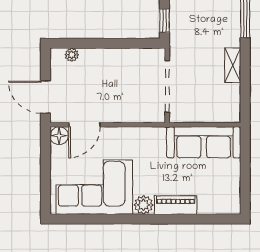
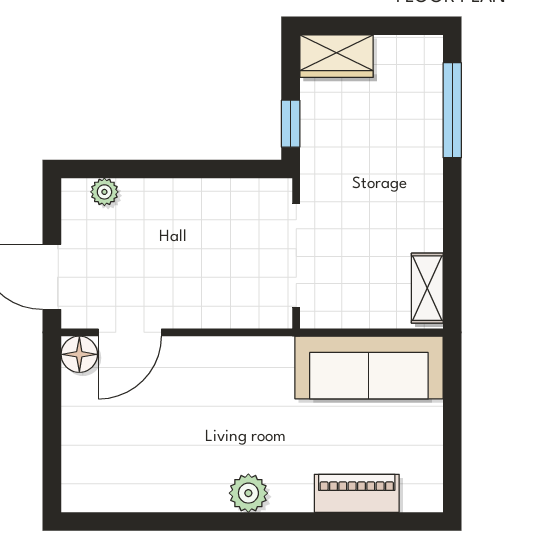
shelving: (233, 65) -> (427, 288), moved
corner sofa: (94, 187) -> (150, 458), removed
piano: (176, 205) -> (357, 493), moved

